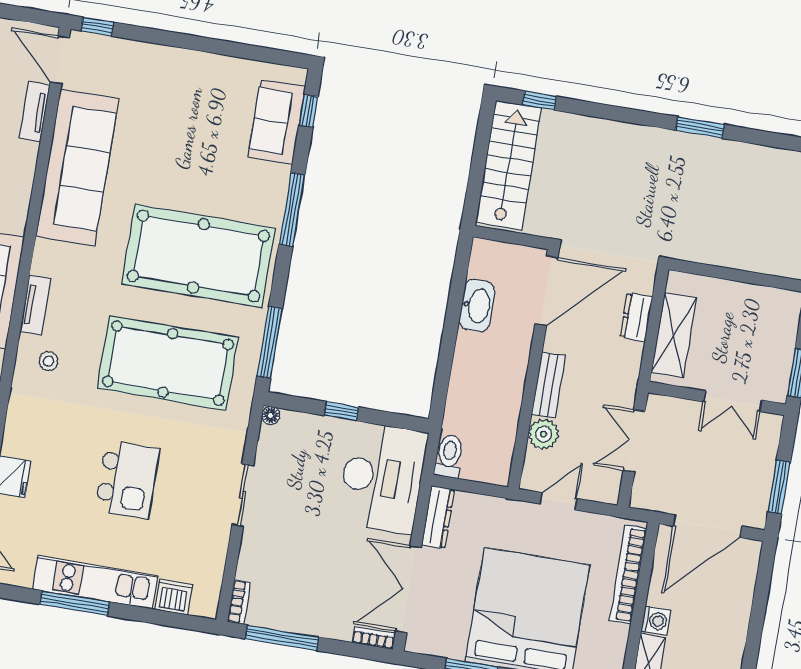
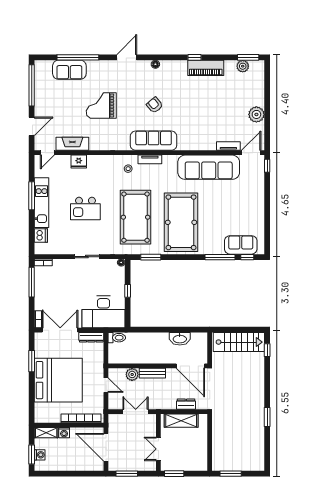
window: (292, 209) -> (220, 257), moved
window: (270, 342) -> (151, 257), width x0.69

